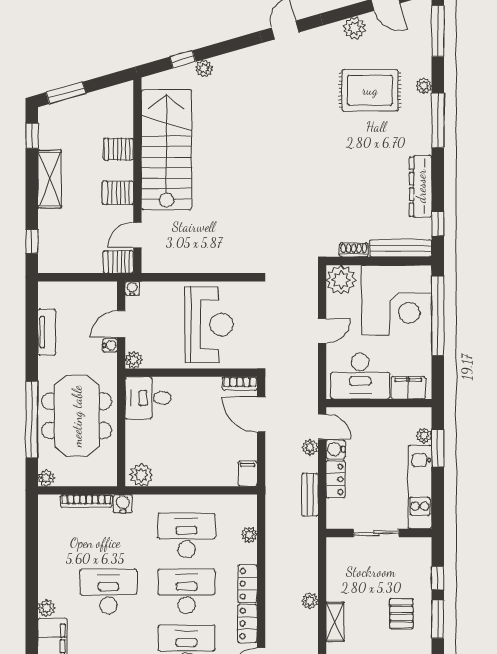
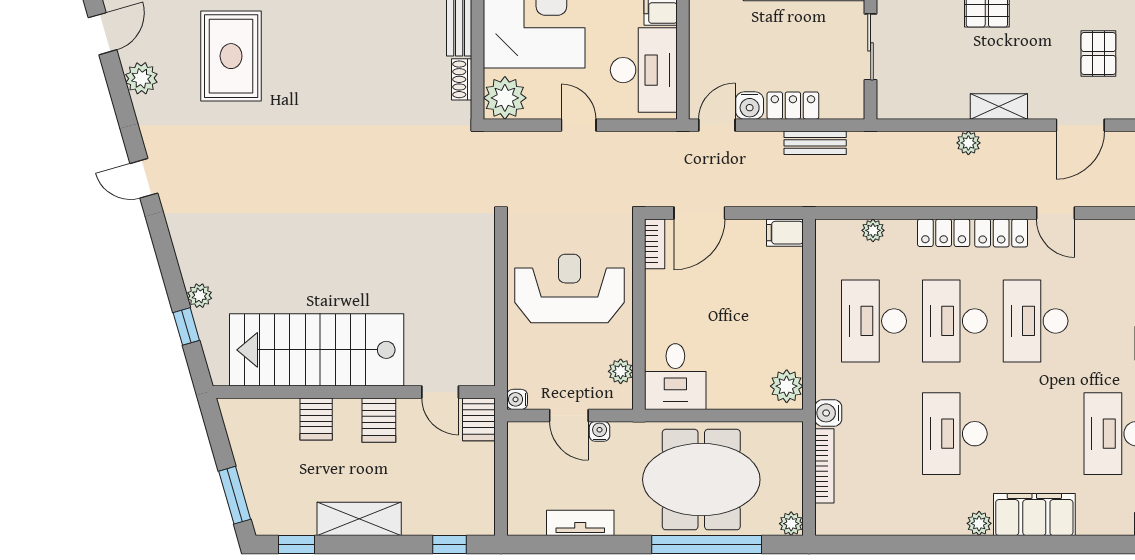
plant: (134, 360) -> (621, 371), moved
plant: (310, 448) -> (747, 143), removed

